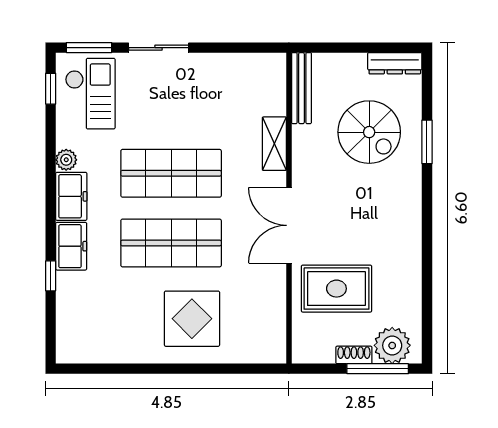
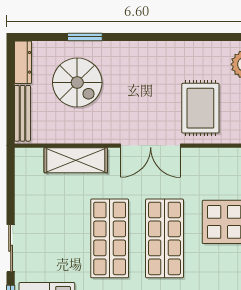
bench: (301, 88) -> (22, 113), moved, turned 90
spiral stairs: (369, 132) -> (77, 82), turned 90
shelving: (274, 144) -> (76, 160), width x1.50, depth x1.33

